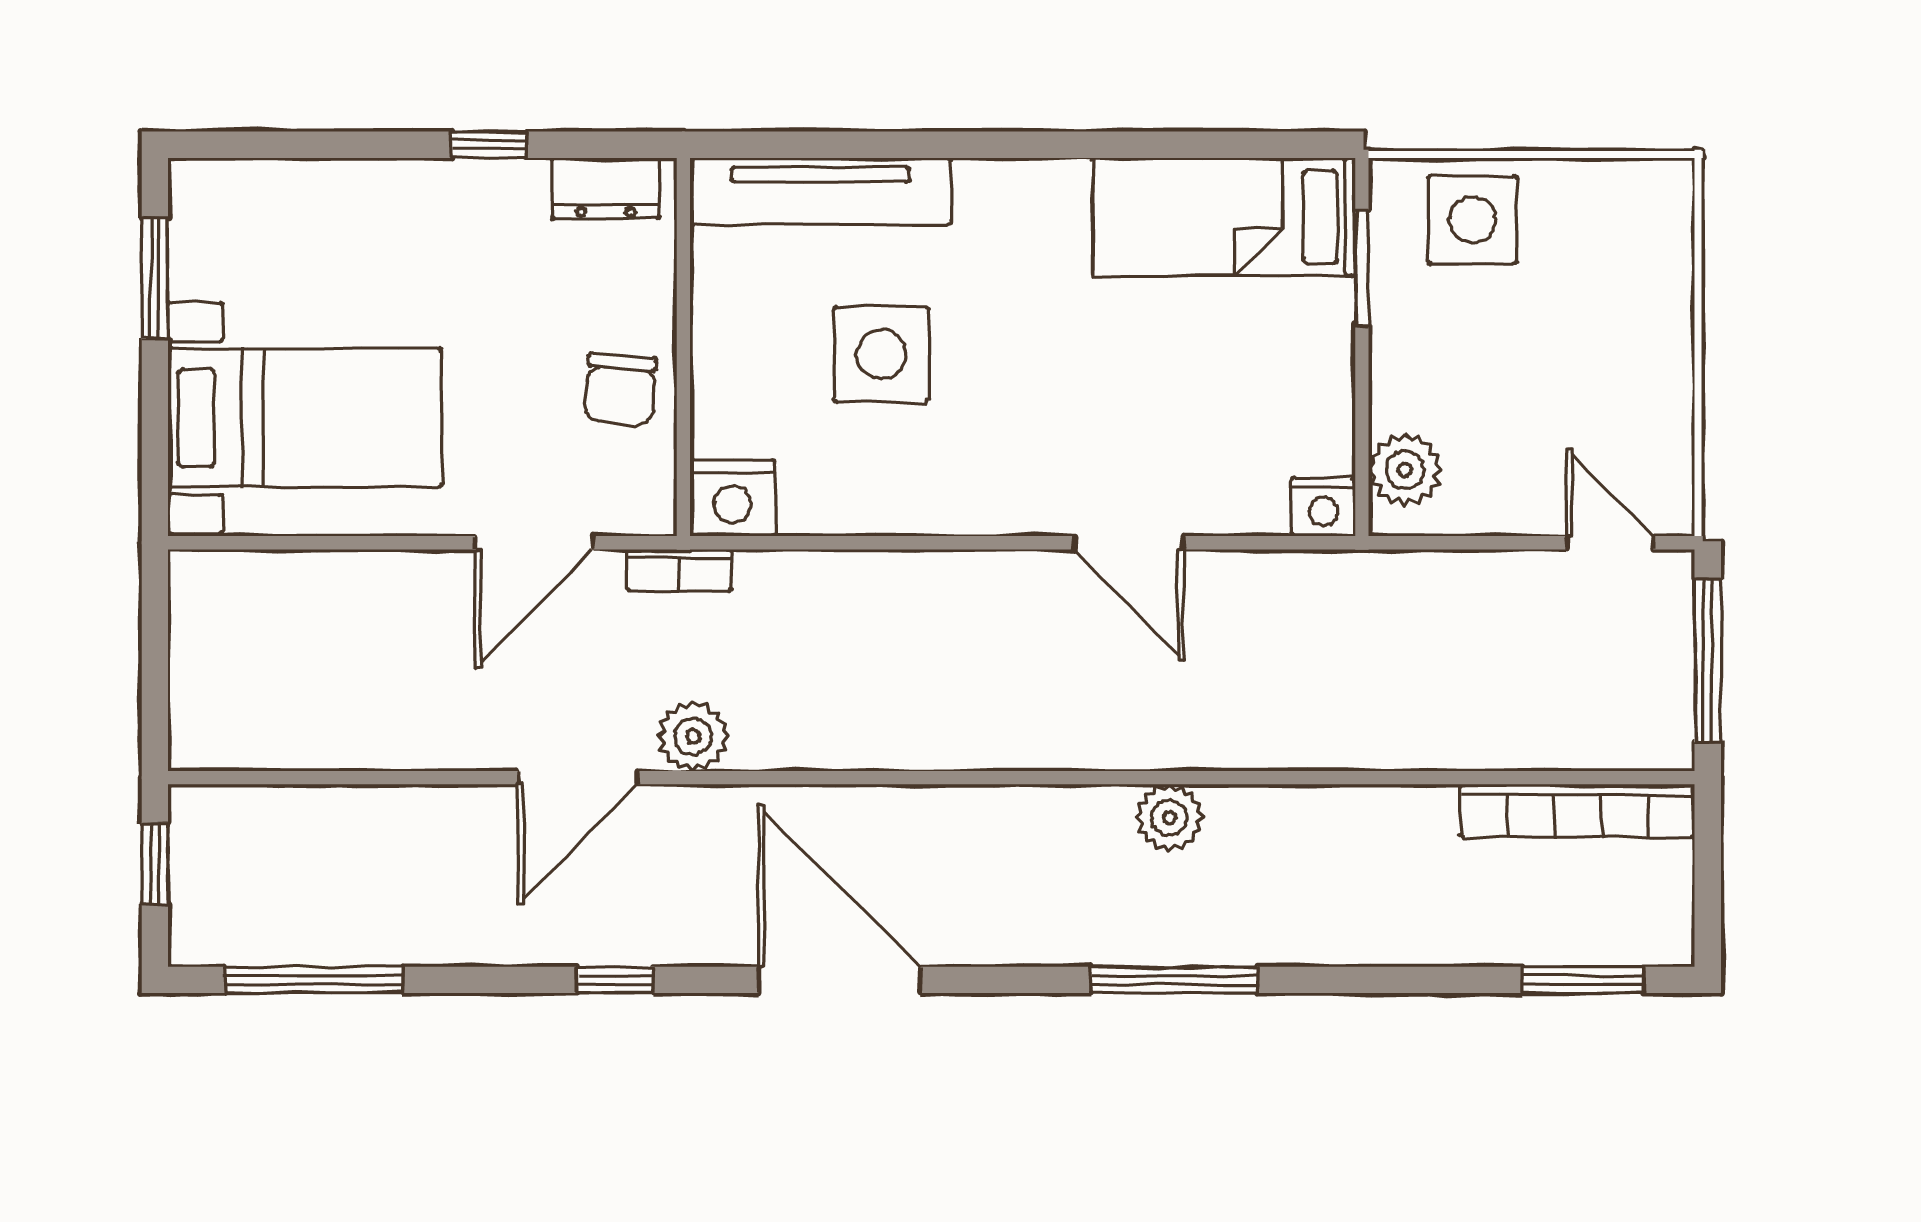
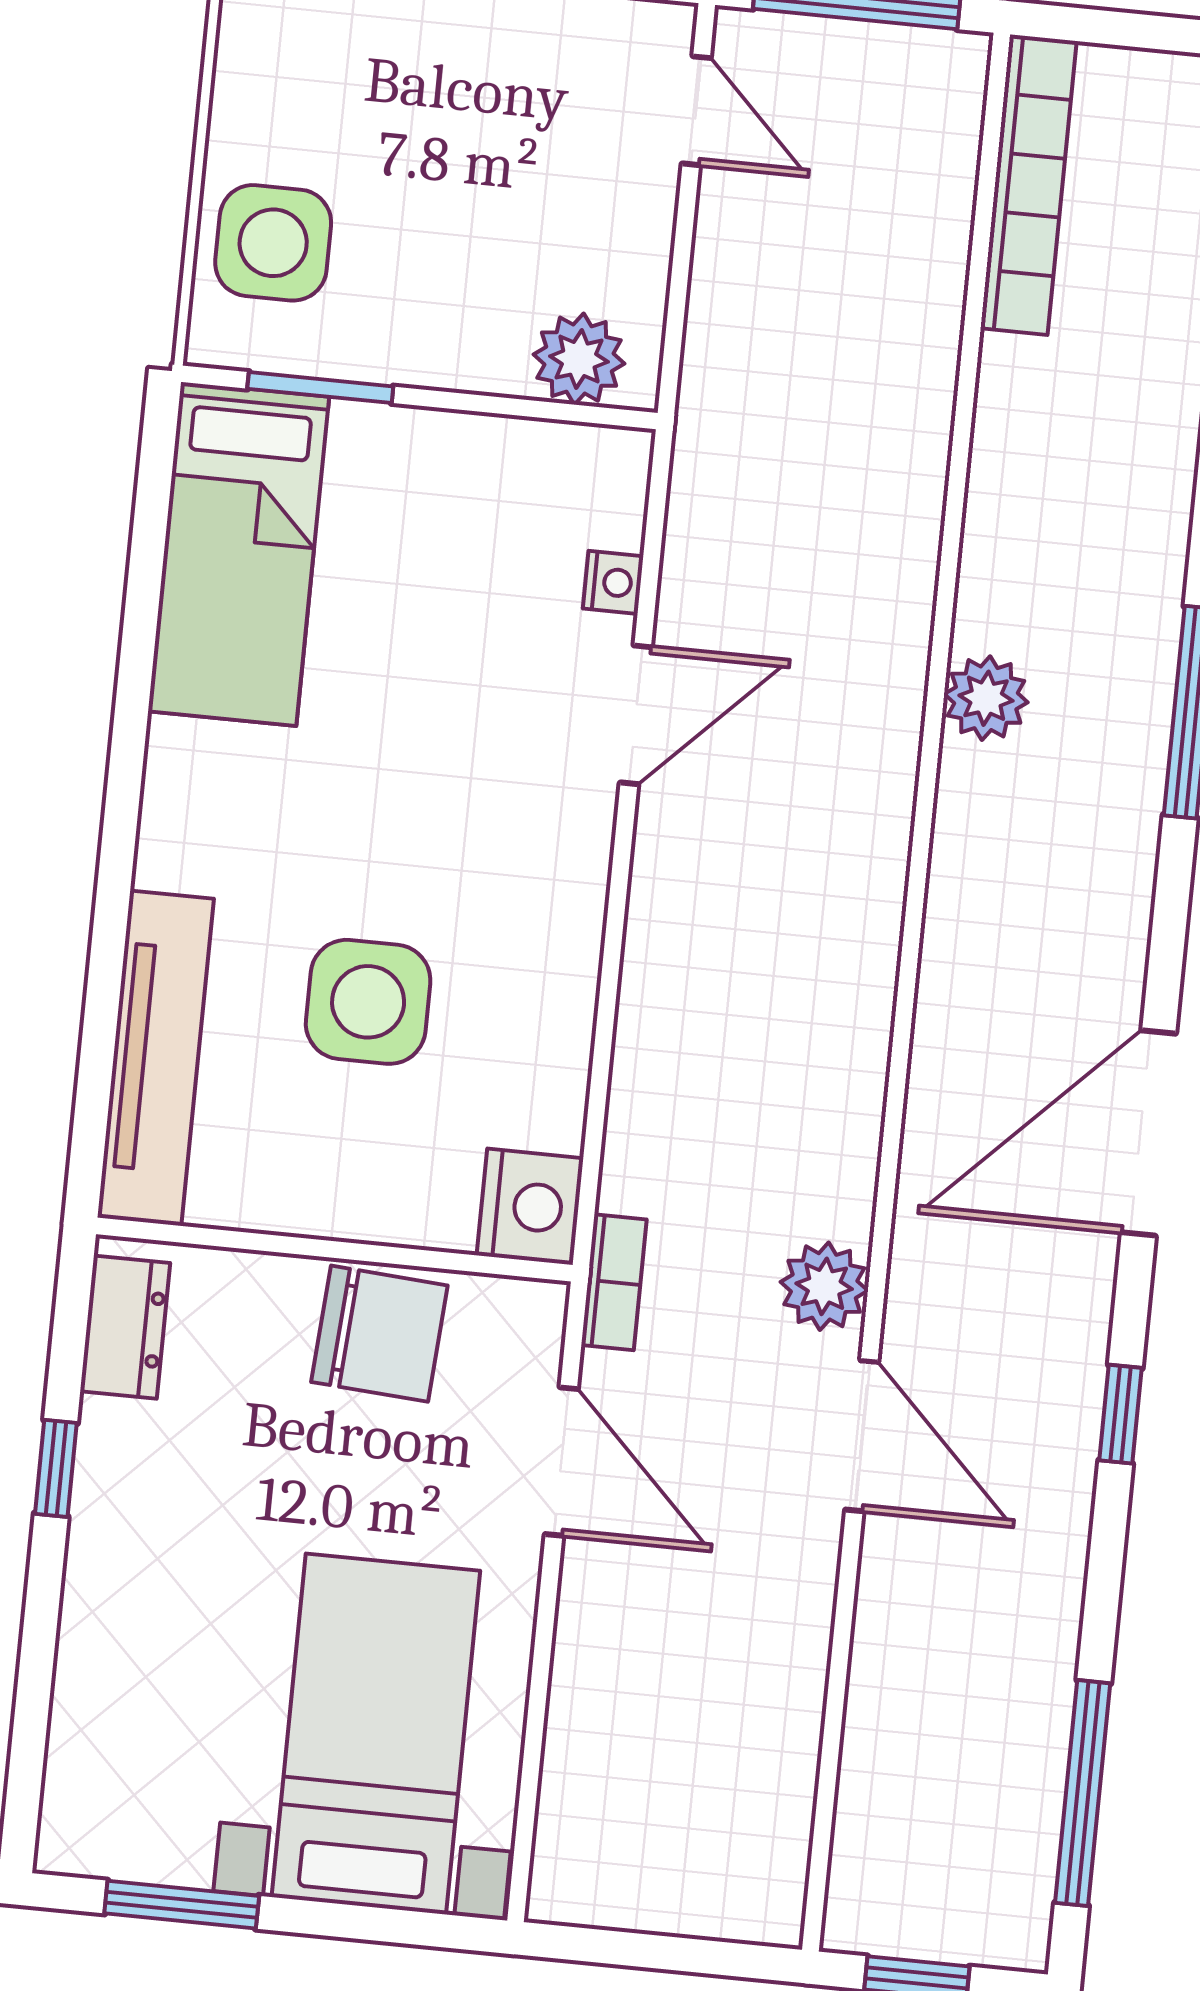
chair: (621, 389) -> (379, 1334), width x1.37, depth x1.37
nightstand: (1323, 507) -> (613, 582), moved, width x0.72, depth x0.74
door: (1610, 543) -> (696, 111), swing flipped

